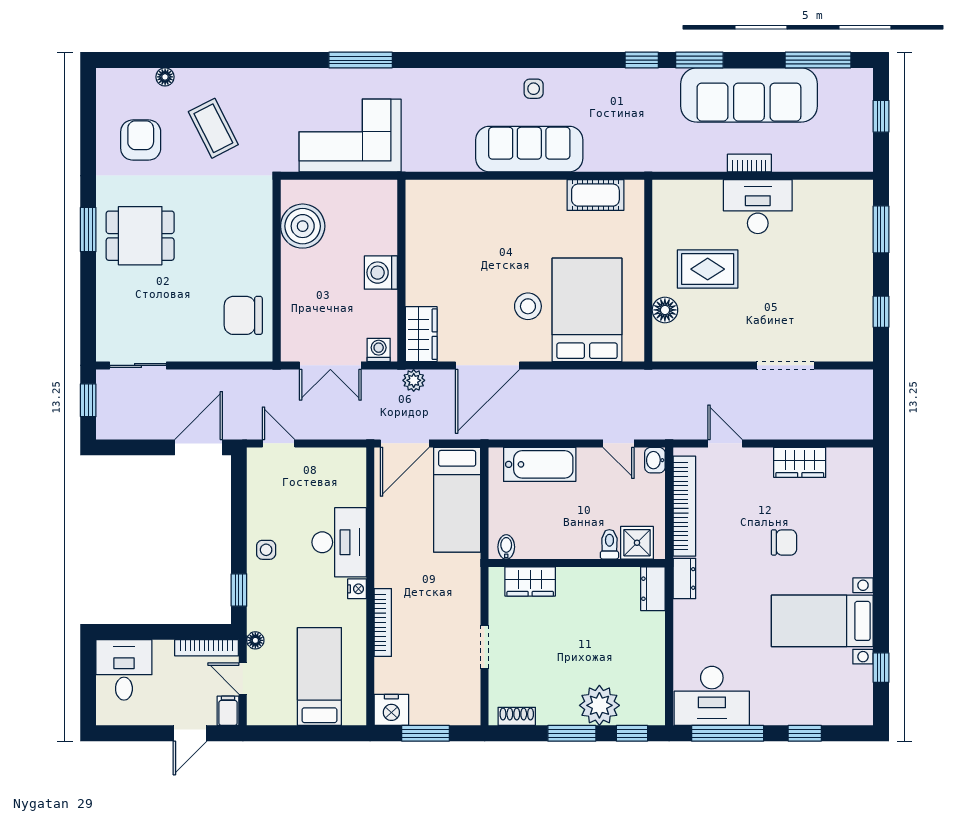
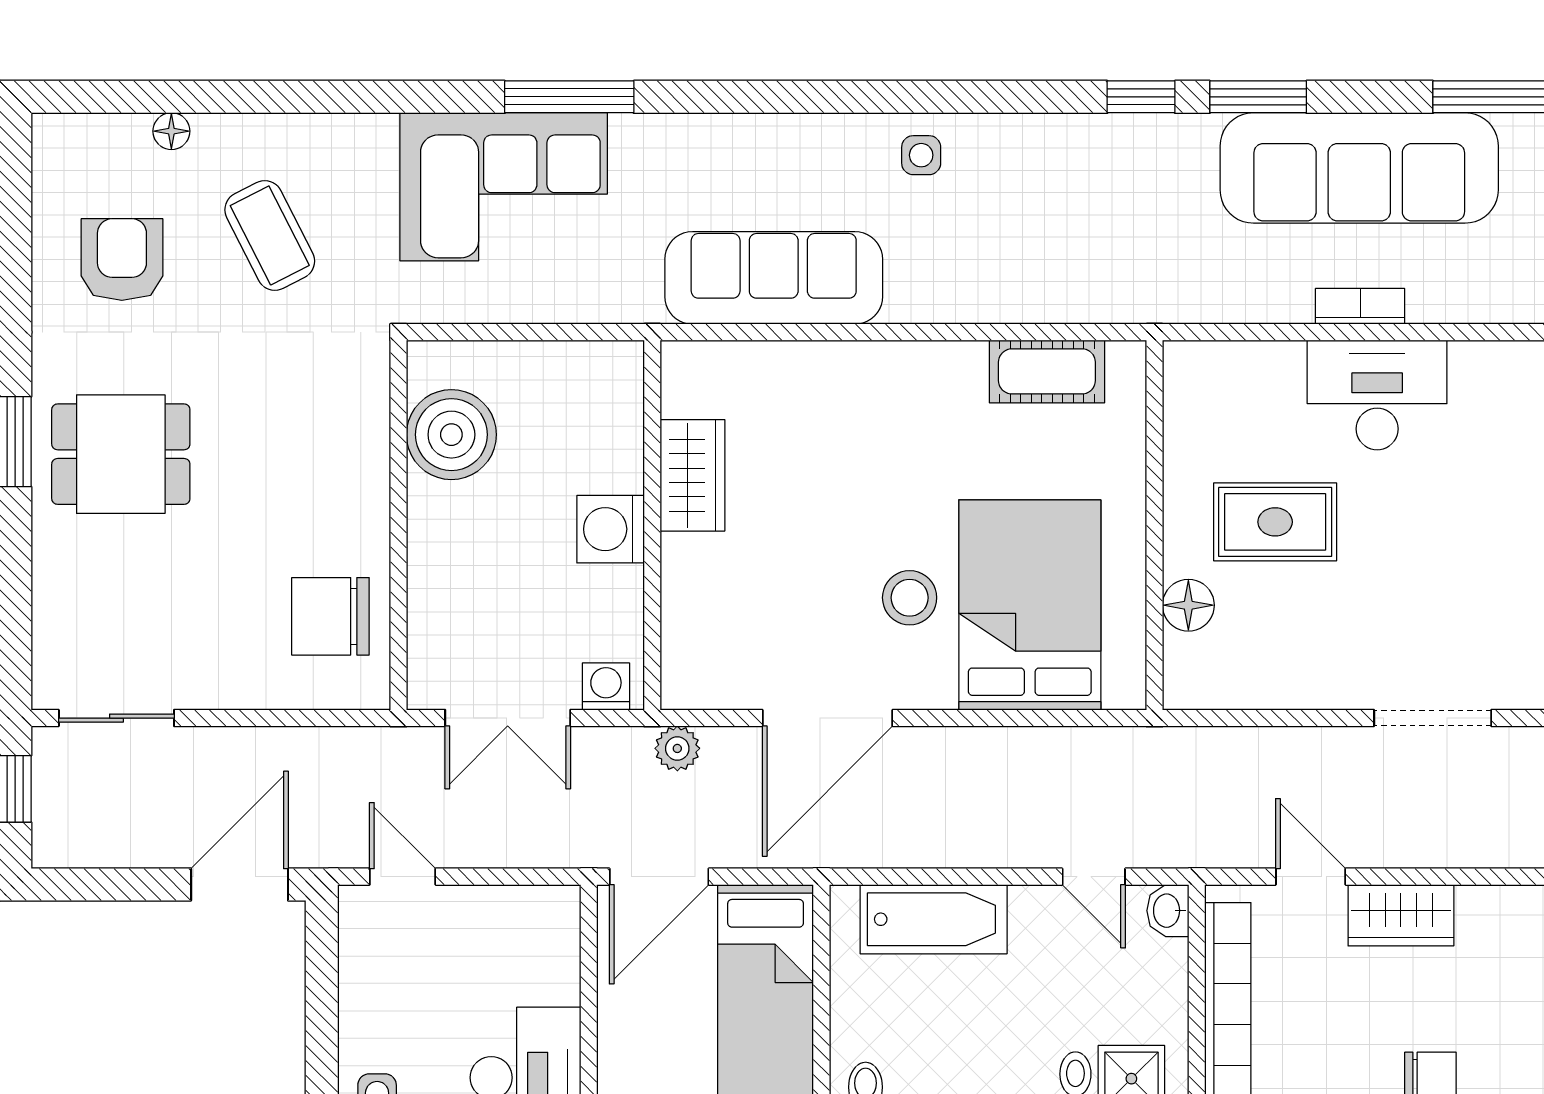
corner sofa: (350, 135) -> (504, 187), moved, turned 180
sofa: (529, 149) -> (774, 278), moved
wardrobe: (421, 334) -> (693, 475), moved
wardrobe: (800, 462) -> (1401, 915), moved

